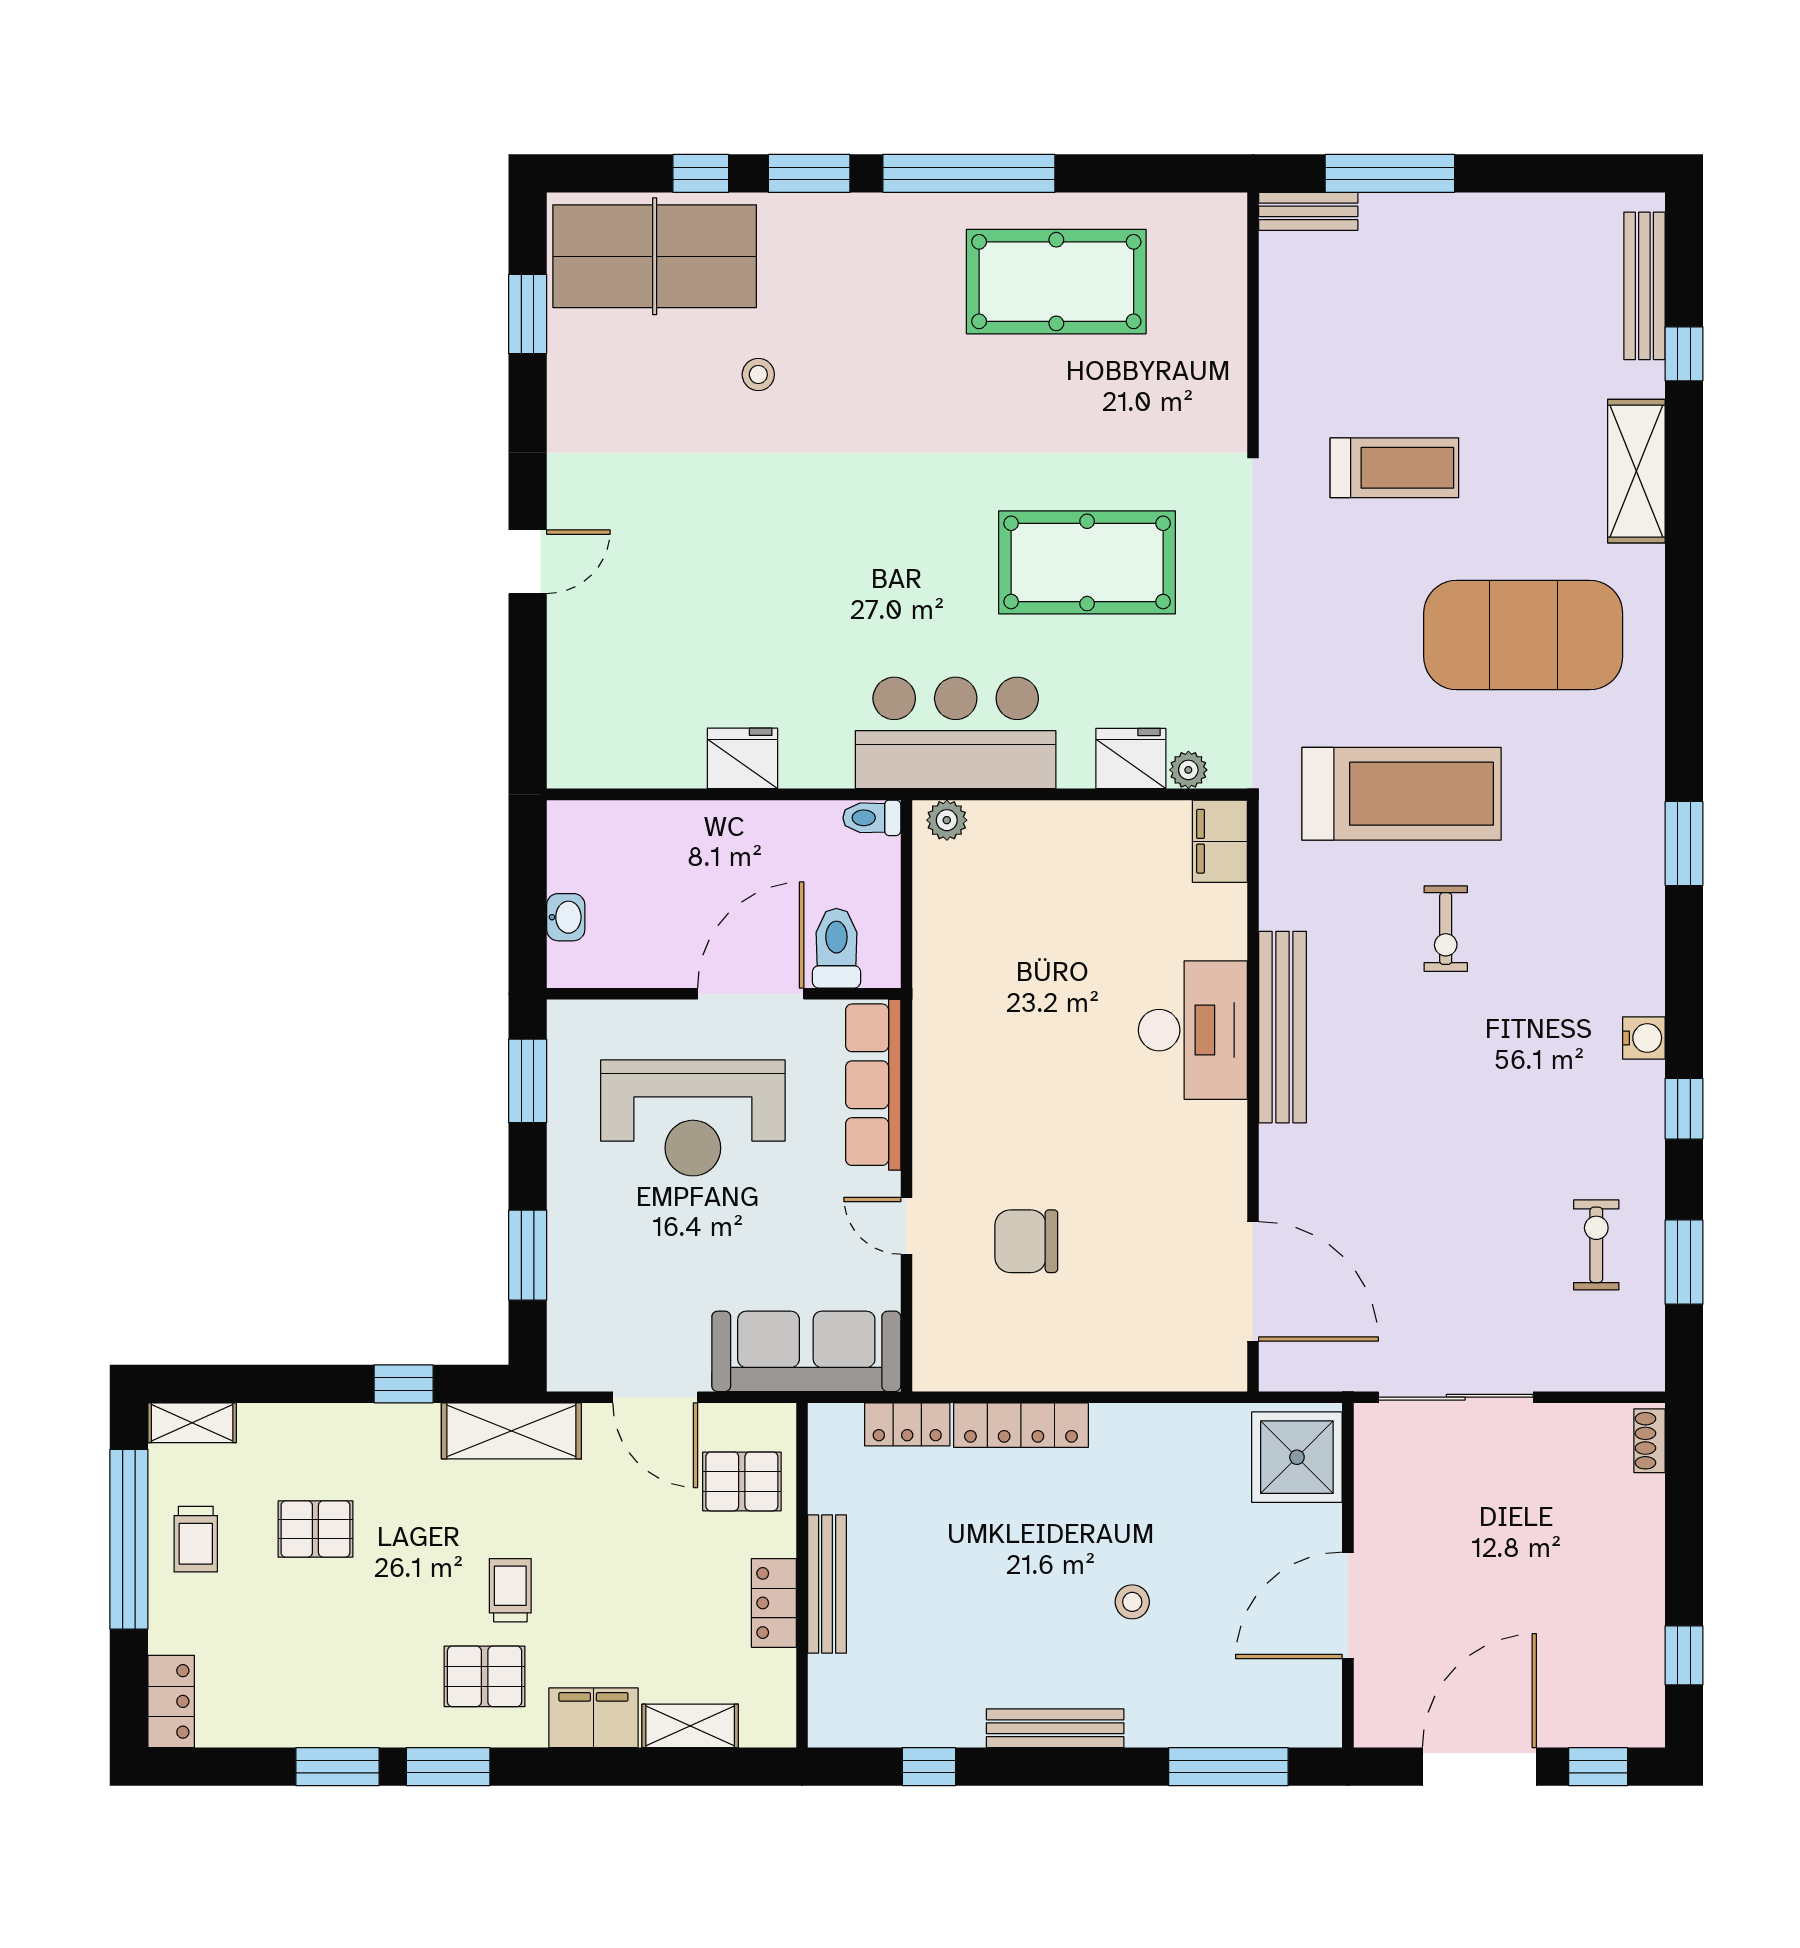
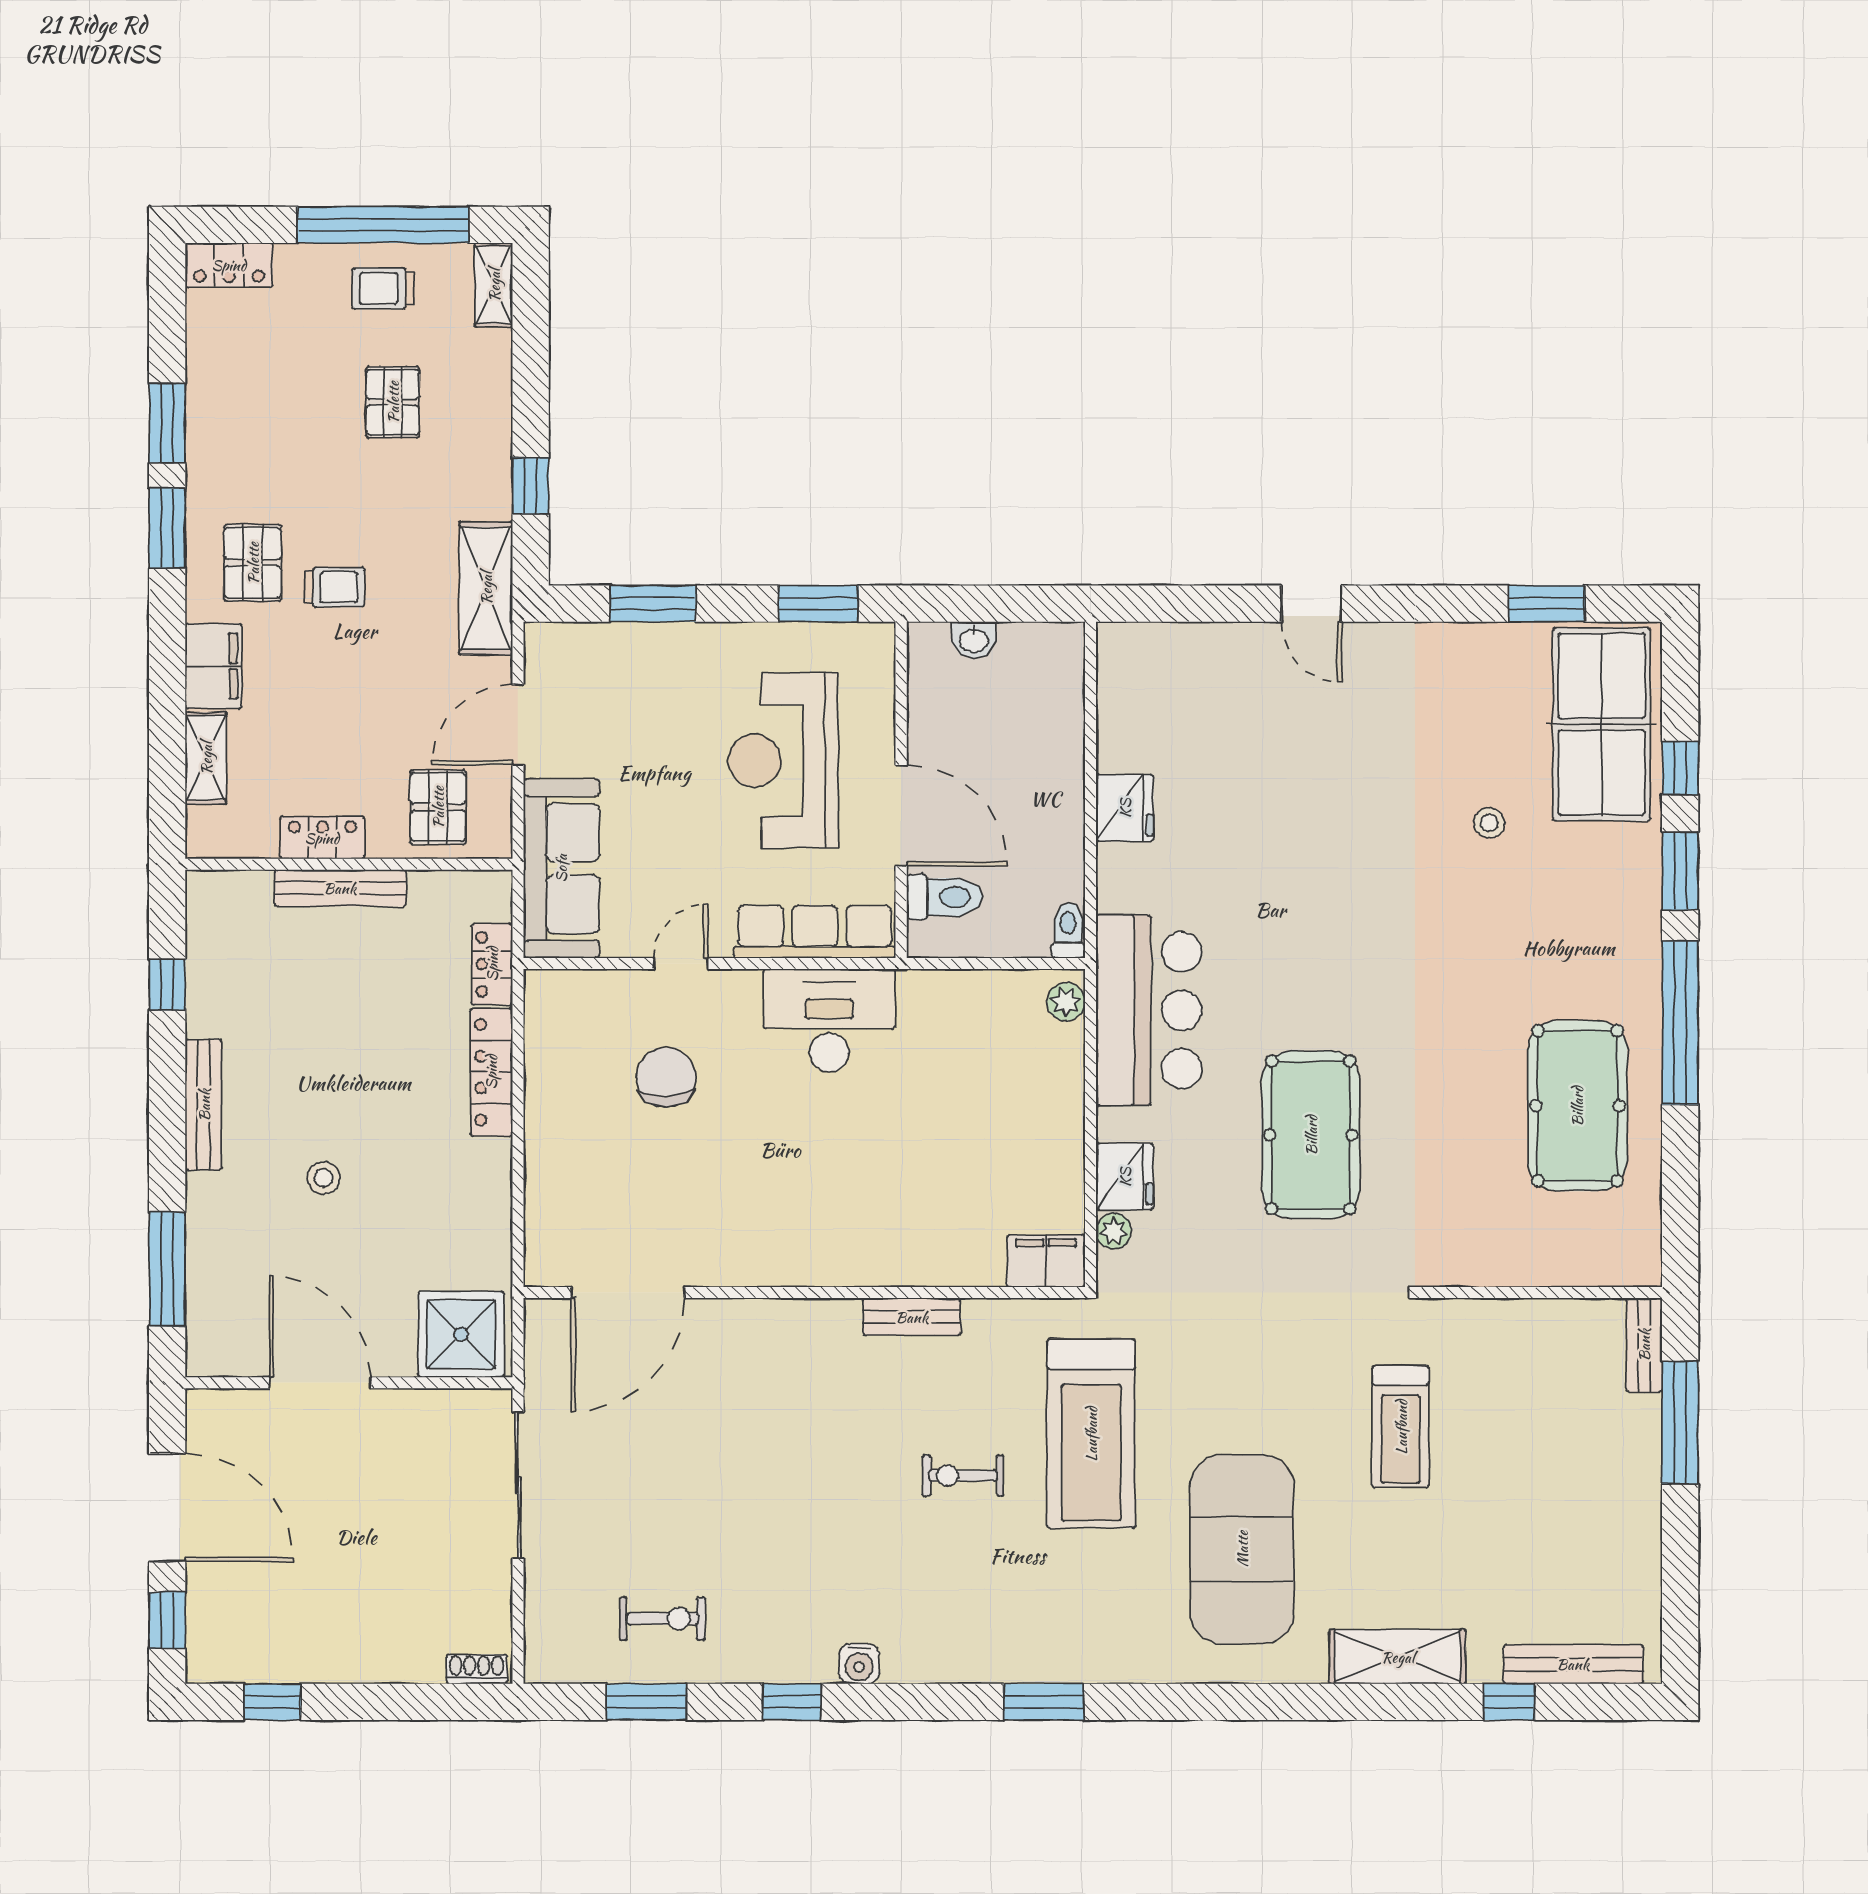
bench: (1283, 1027) -> (912, 1317), width x0.54, depth x0.82
desk: (1193, 1030) -> (829, 1021), moved, turned 180

